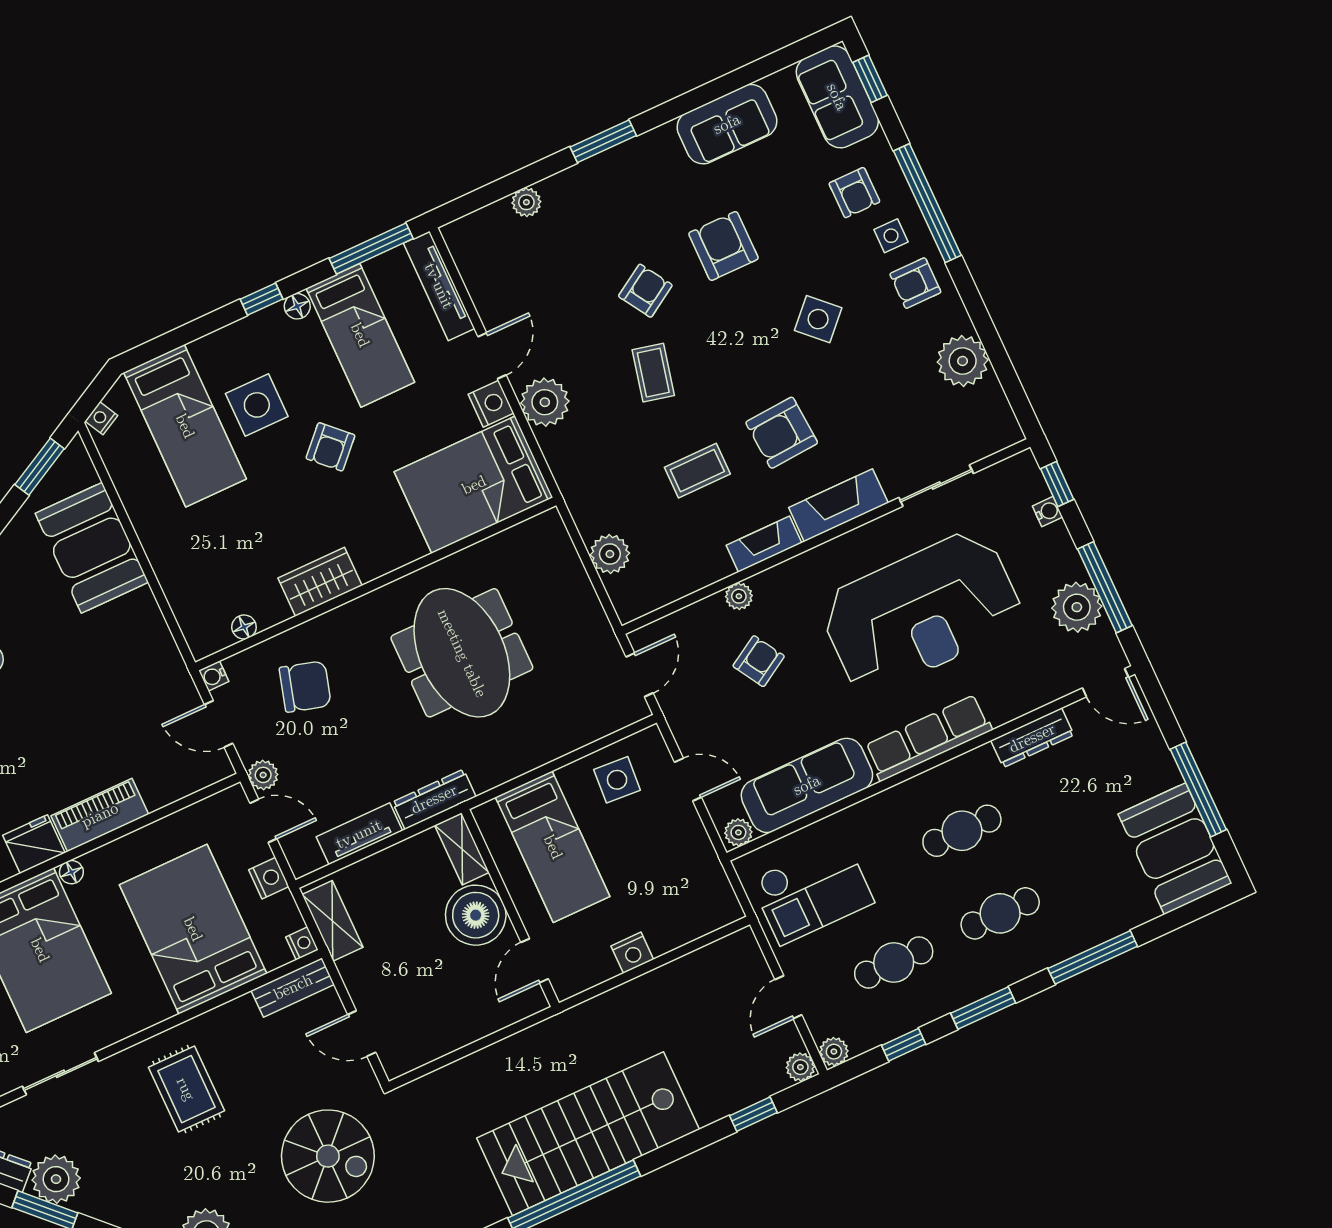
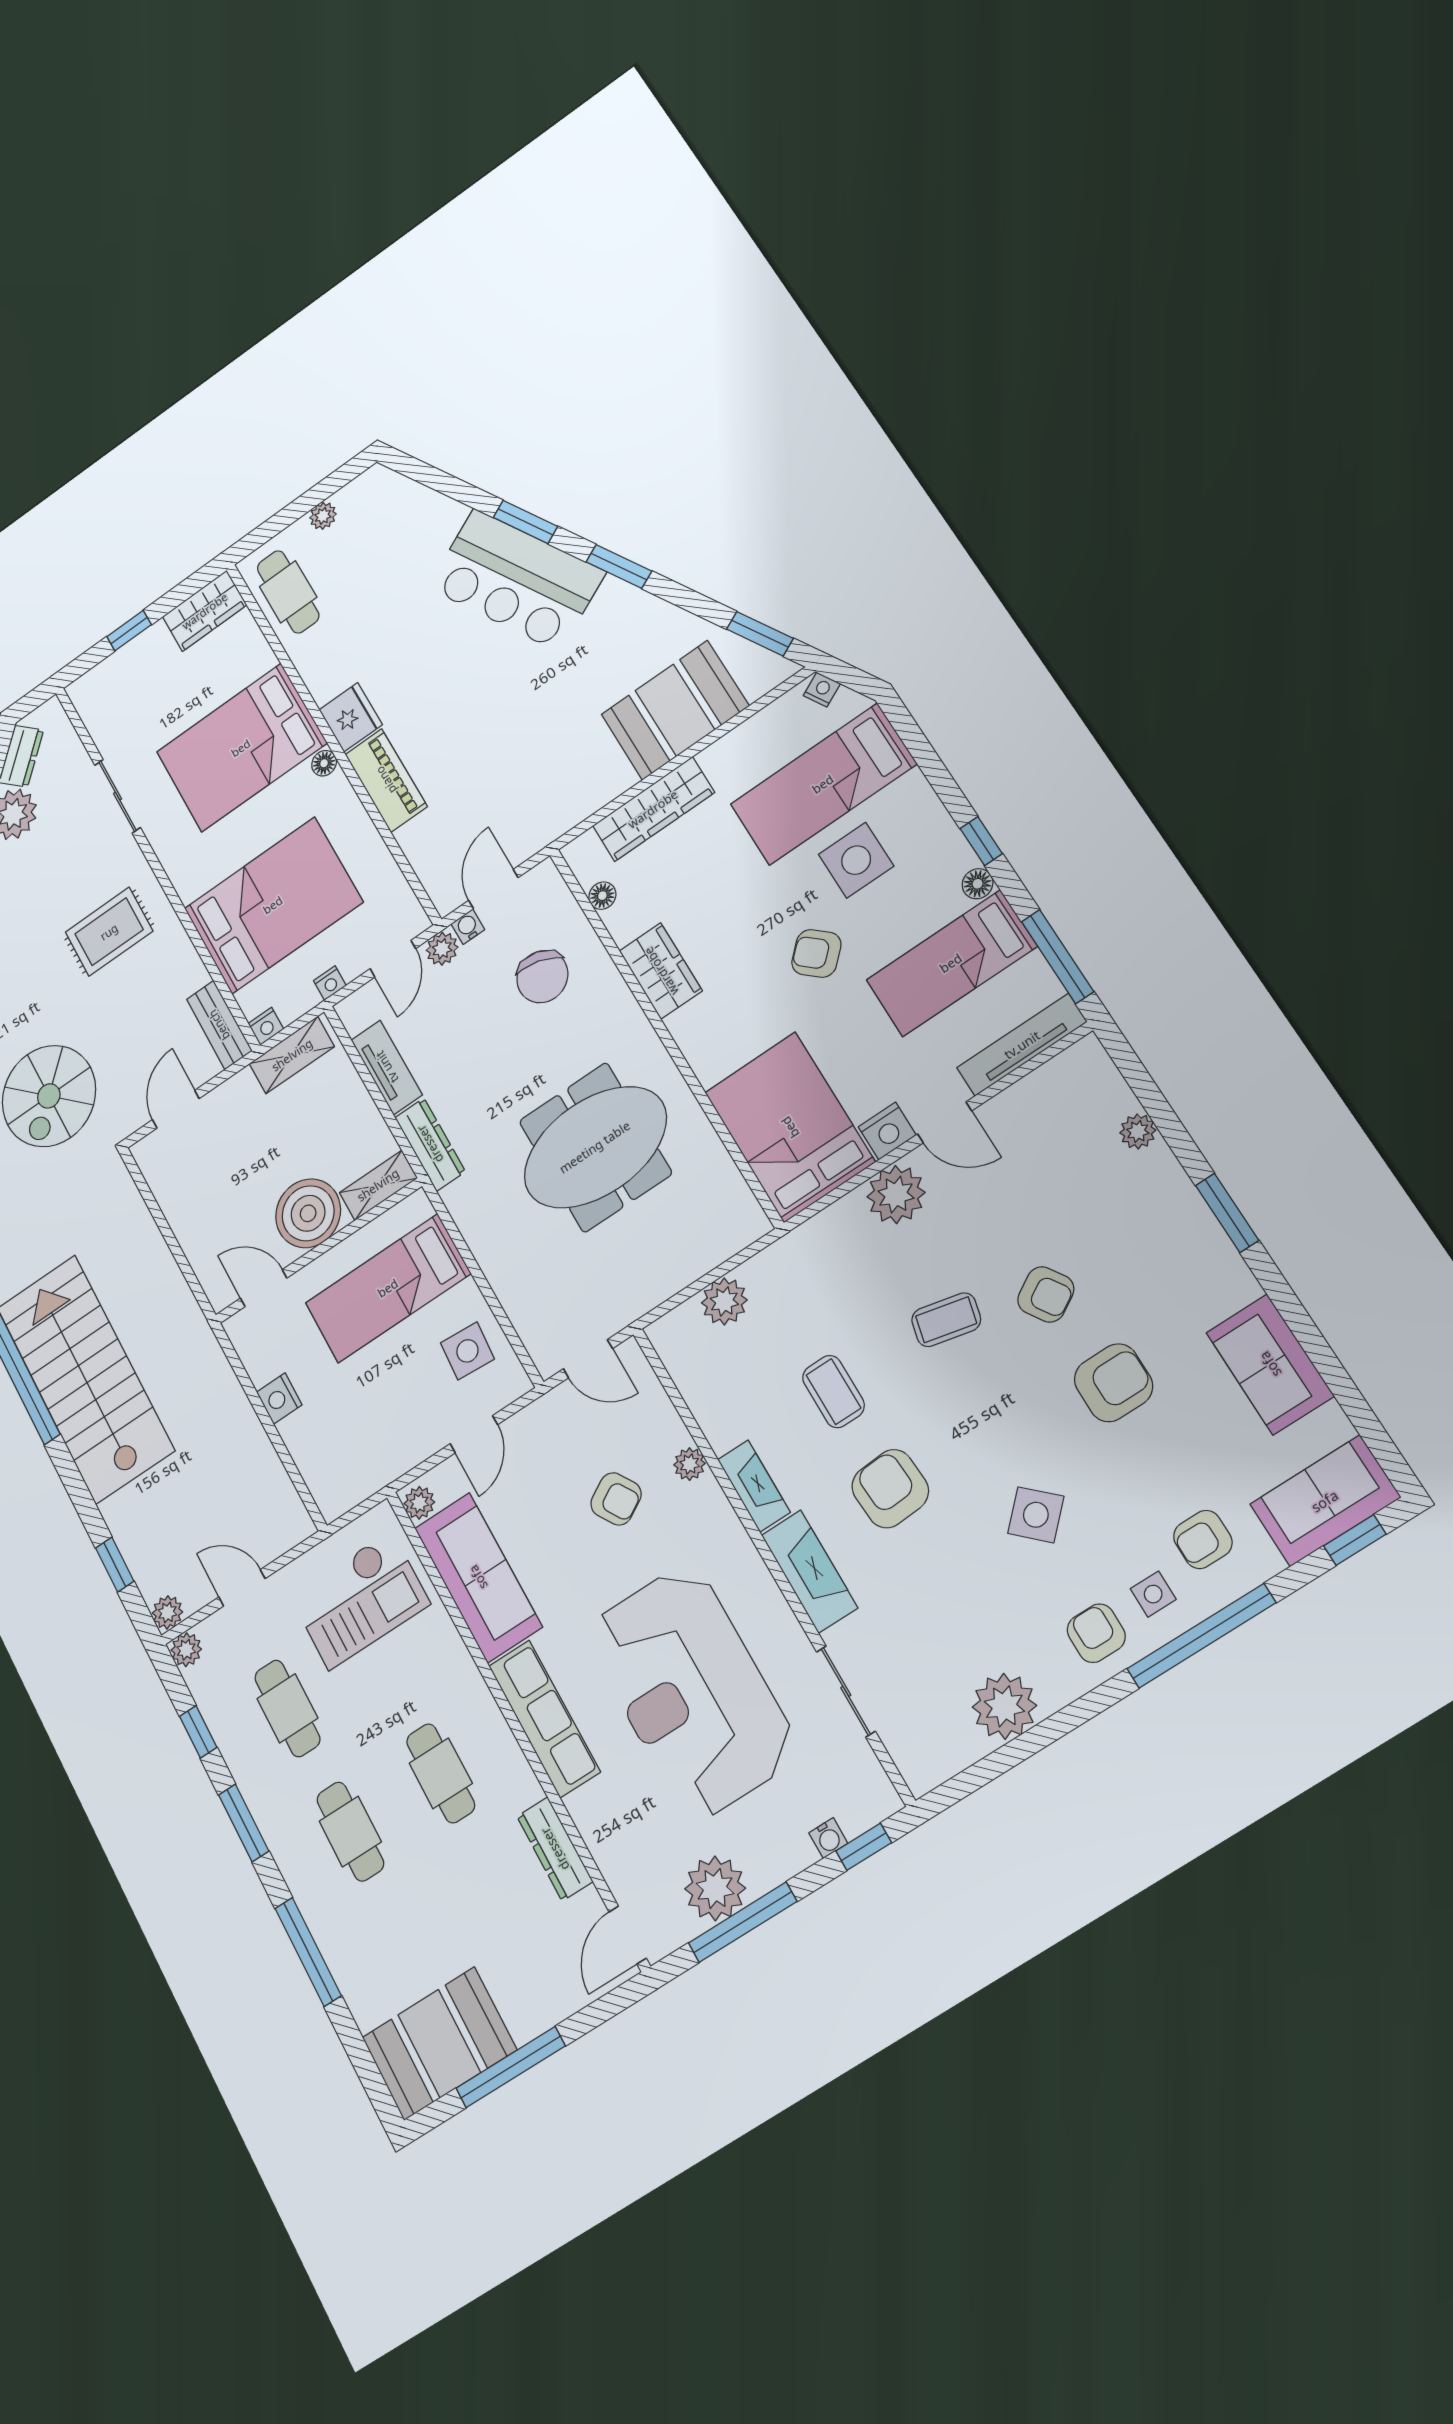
wardrobe: (176, 575) -> (653, 809), added
water cooler: (214, 676) -> (468, 927), moved
nightstand: (269, 878) -> (330, 983), width x0.72, depth x0.74
checkout: (812, 891) -> (360, 1600), turned -90

